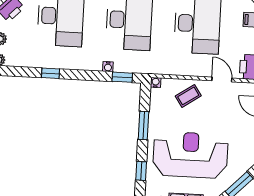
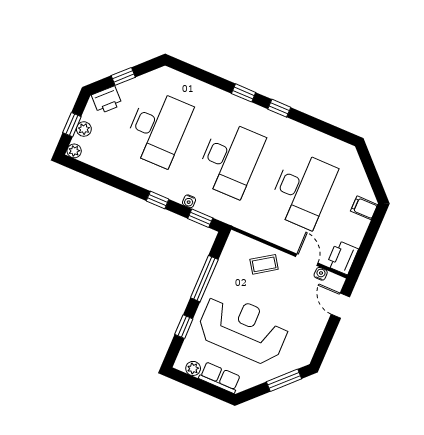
window: (50, 73) -> (158, 200), moved
water cooler: (156, 82) -> (321, 274), moved
window: (144, 126) -> (204, 279), width x1.44

